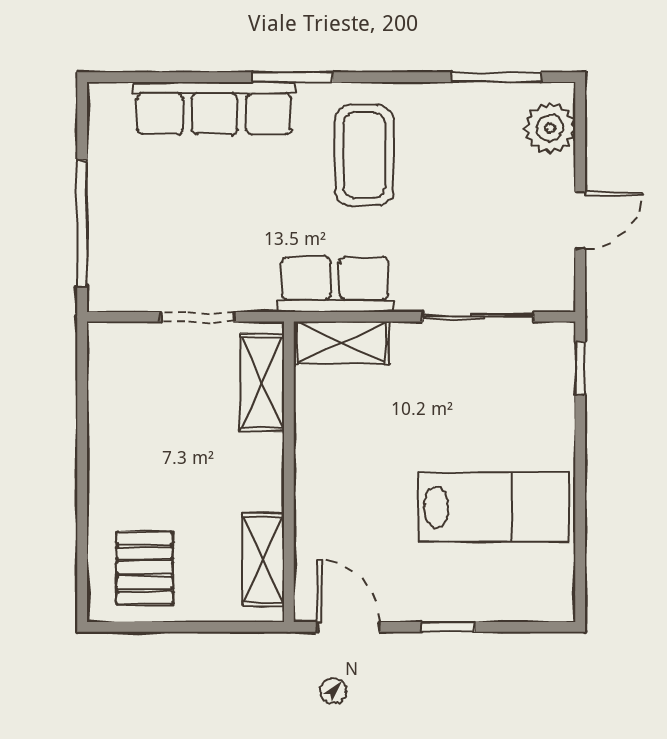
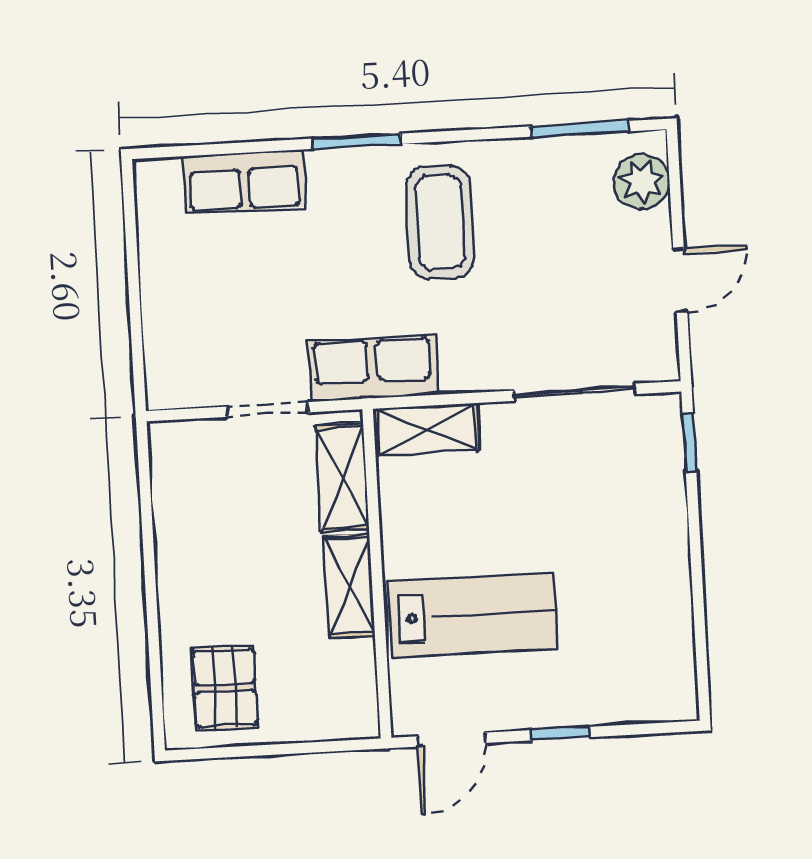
row of seats: (214, 108) -> (244, 182), width x0.68
window: (82, 224) -> (135, 315), removed
row of seats: (335, 284) -> (373, 368), moved
lab bench: (493, 507) -> (473, 615), moved
shelving: (263, 560) -> (349, 586), moved
door: (348, 627) -> (452, 740), swing flipped

